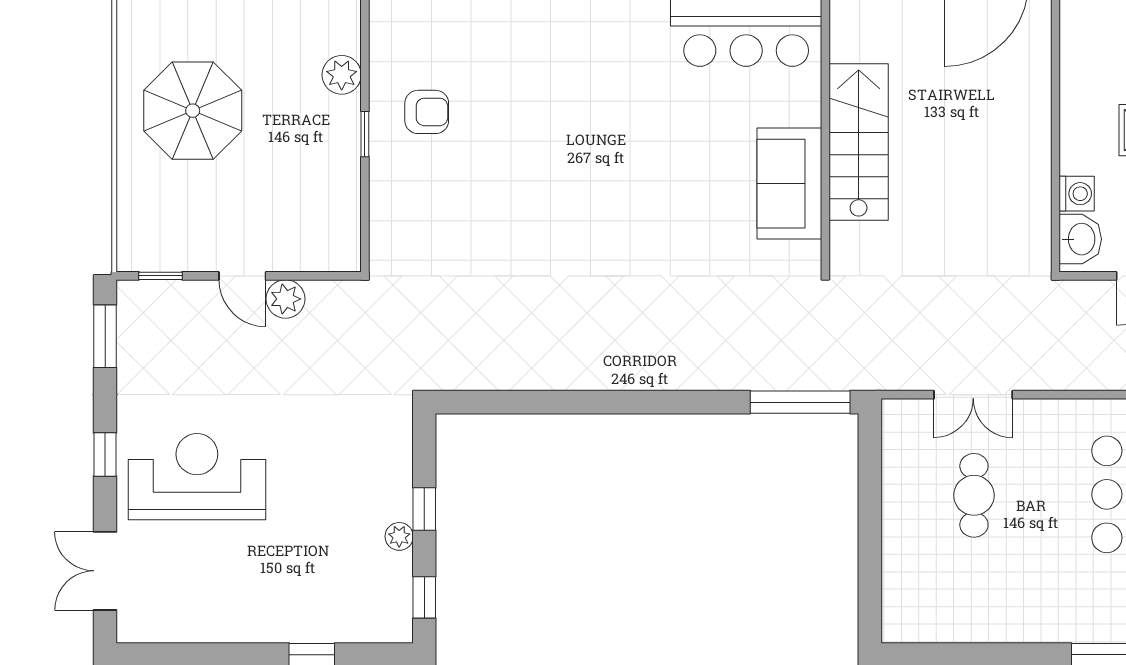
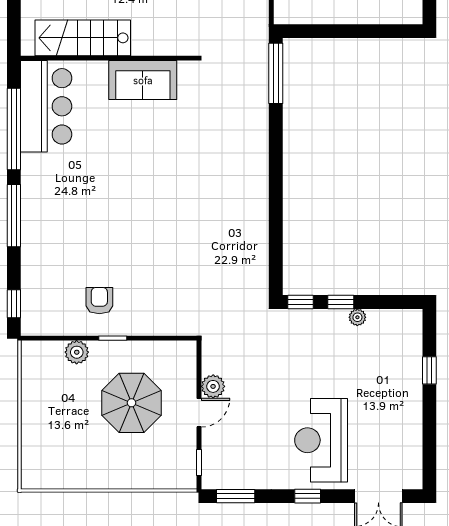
parasol: (193, 111) -> (132, 403), moved
stairs: (859, 142) -> (83, 38), moved
window: (424, 597) -> (301, 302), moved

